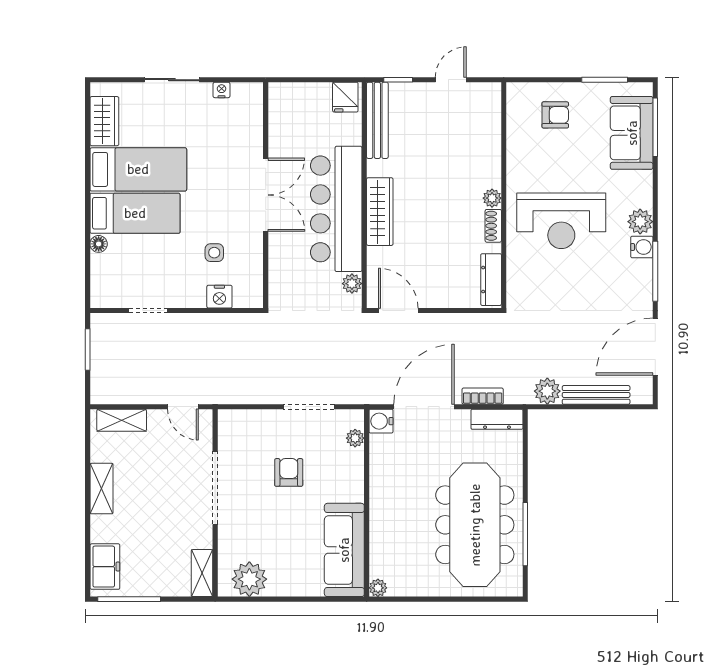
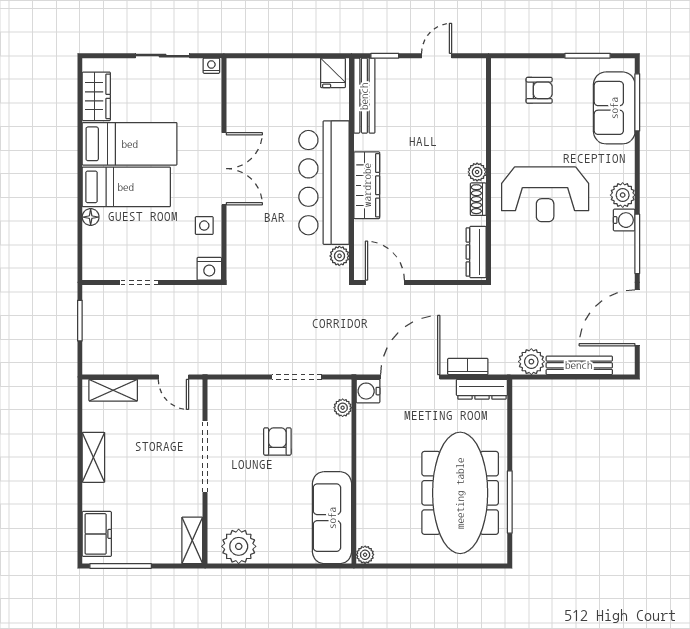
double door: (266, 195) -> (224, 169), moved
wall: (266, 195) -> (224, 169), moved

